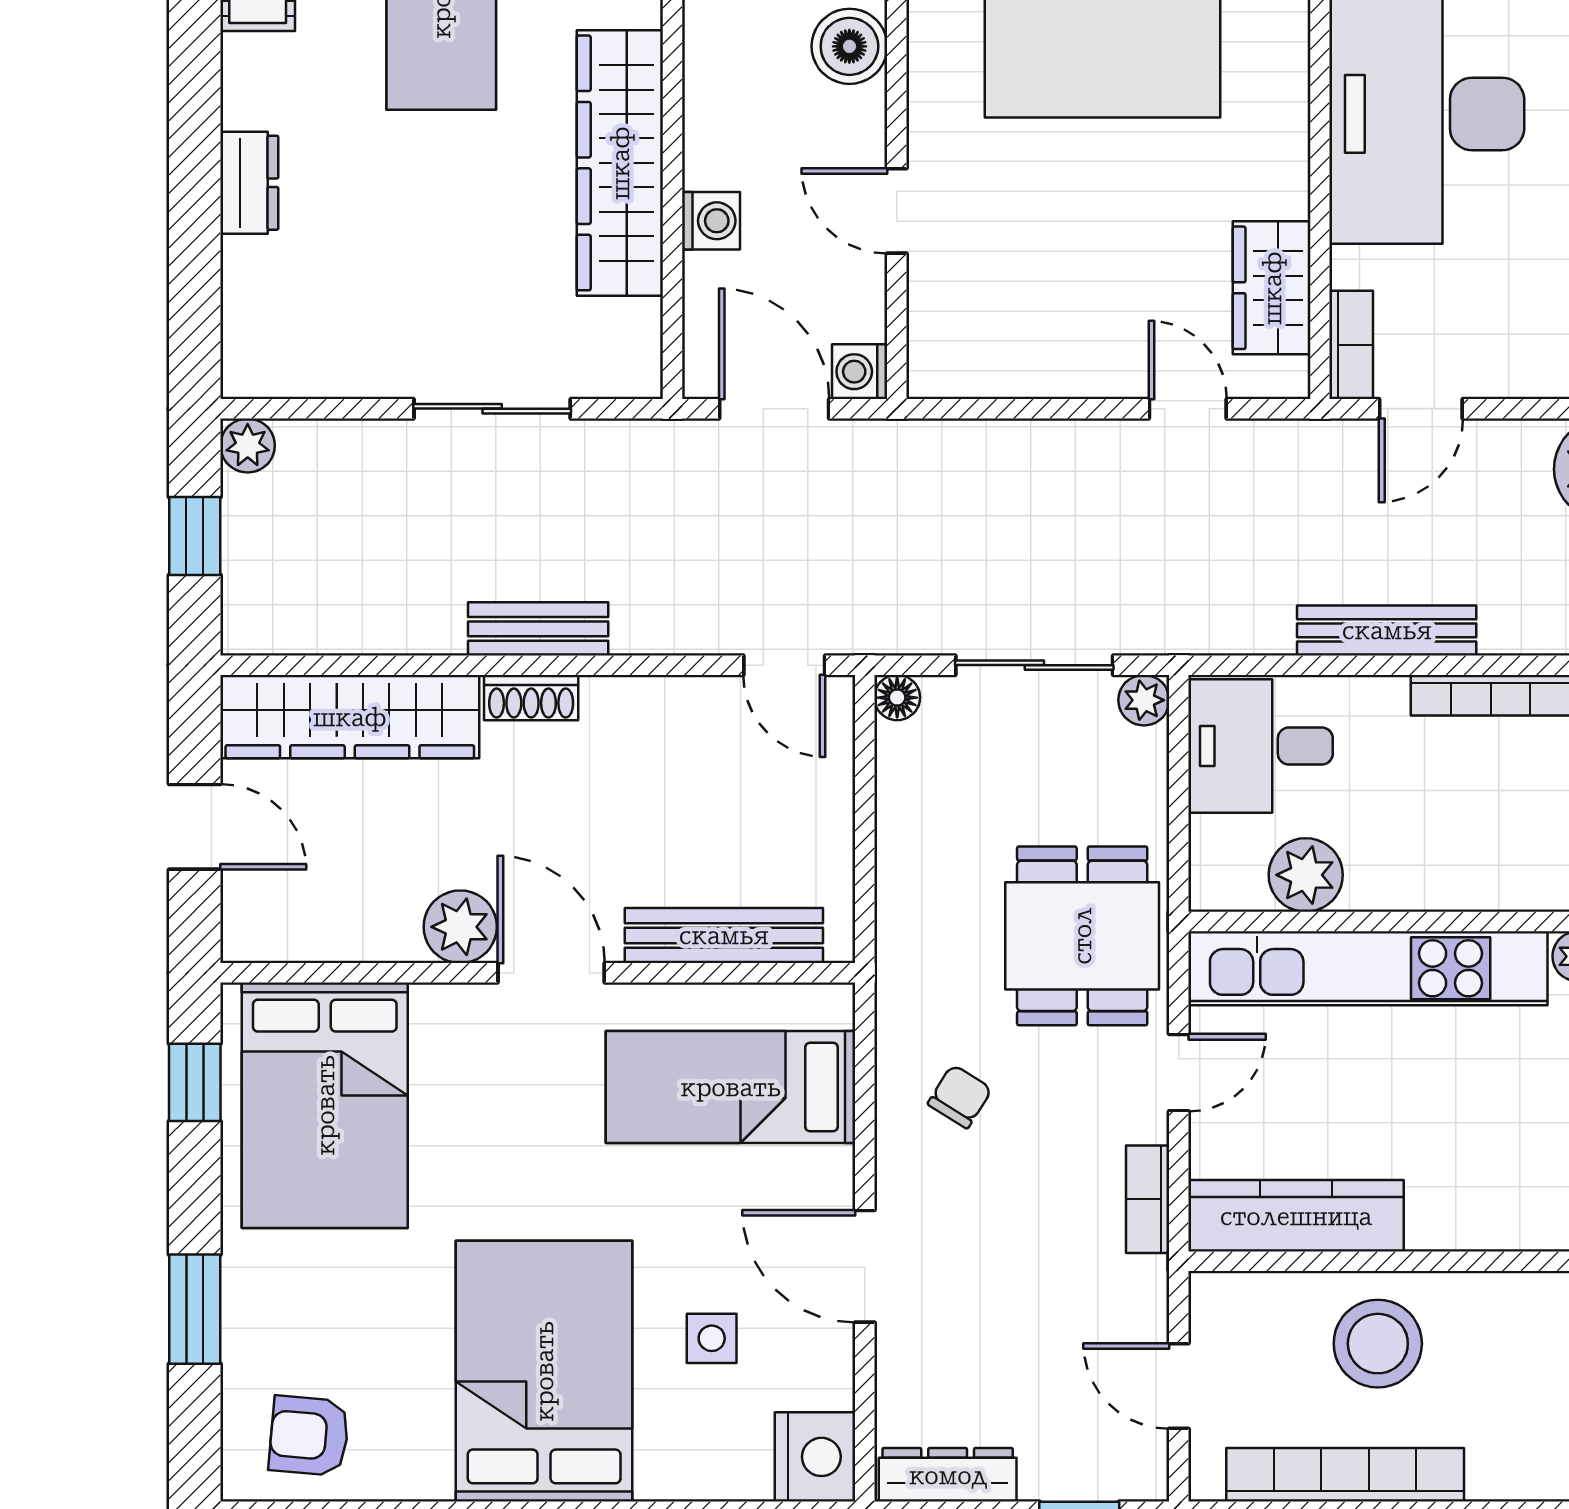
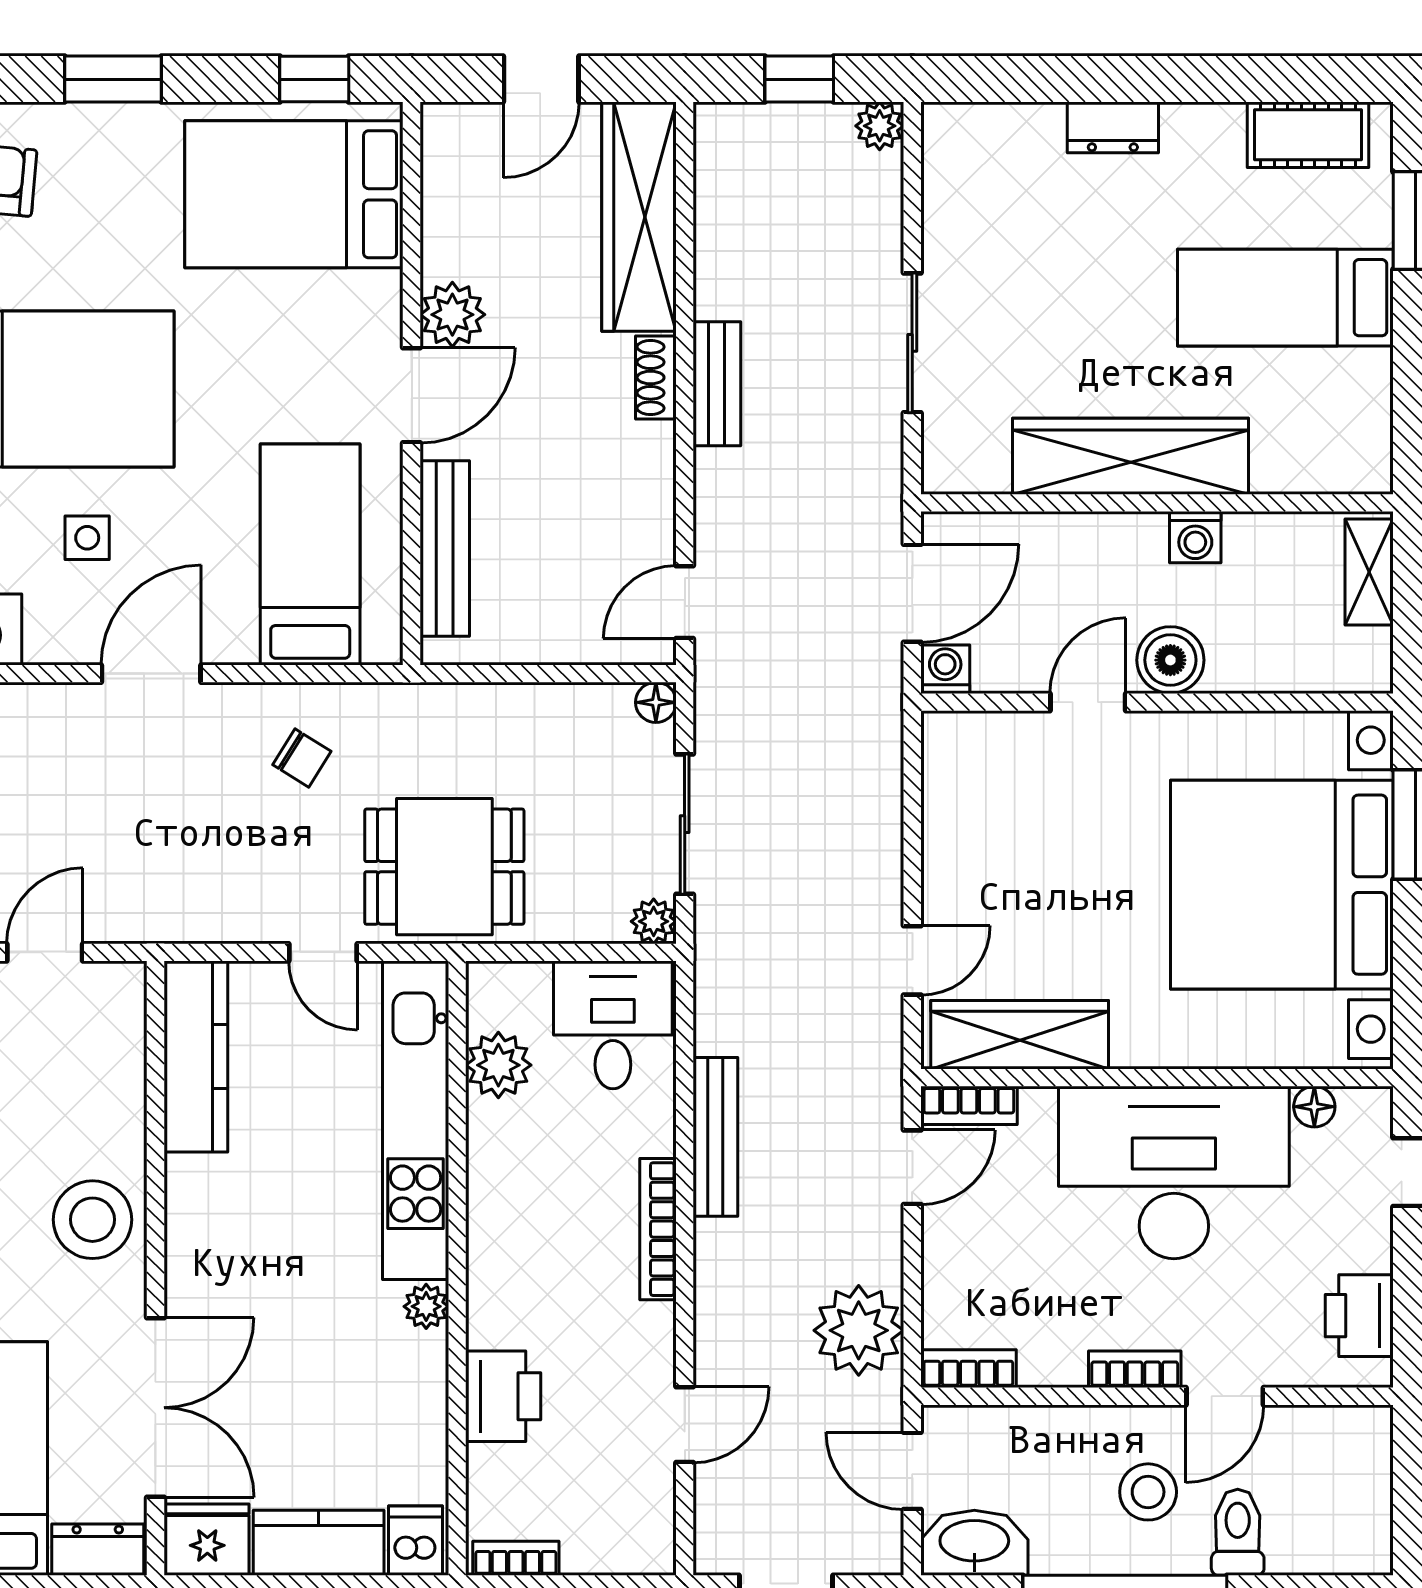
boiler: (849, 46) -> (1170, 660), moved
washing machine: (711, 221) -> (1195, 537), moved
wardrobe: (1272, 288) -> (1020, 1035), width x1.50
door: (1421, 409) -> (912, 1167), swing flipped
bookcase: (1148, 1199) -> (211, 925), removed
stool: (1378, 1344) -> (92, 1220), moved

